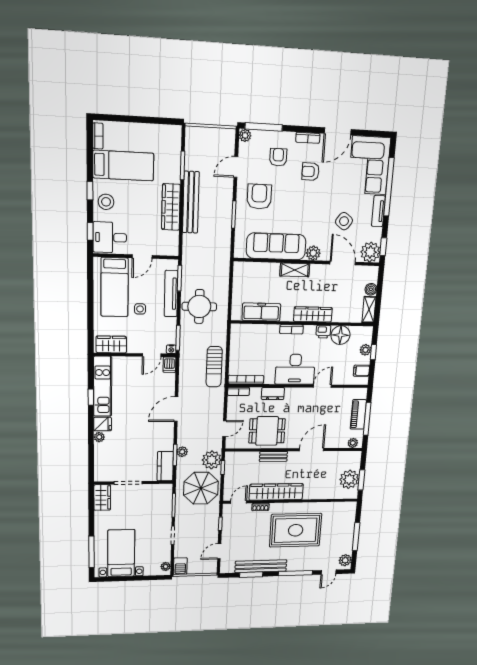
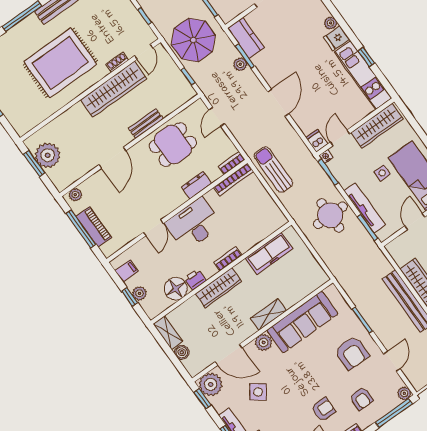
wardrobe: (111, 344) -> (377, 126), width x1.50
plant: (212, 460) -> (205, 76), removed

